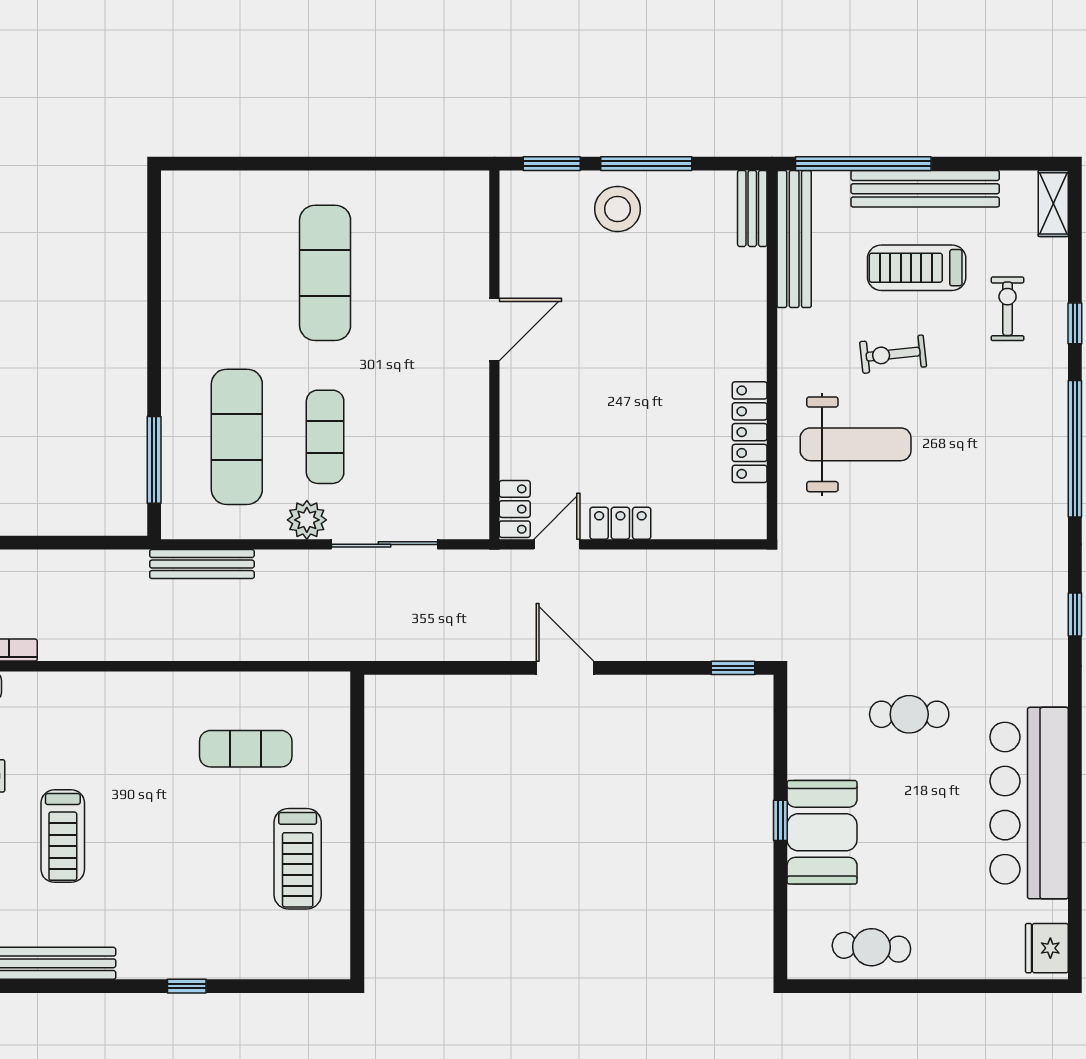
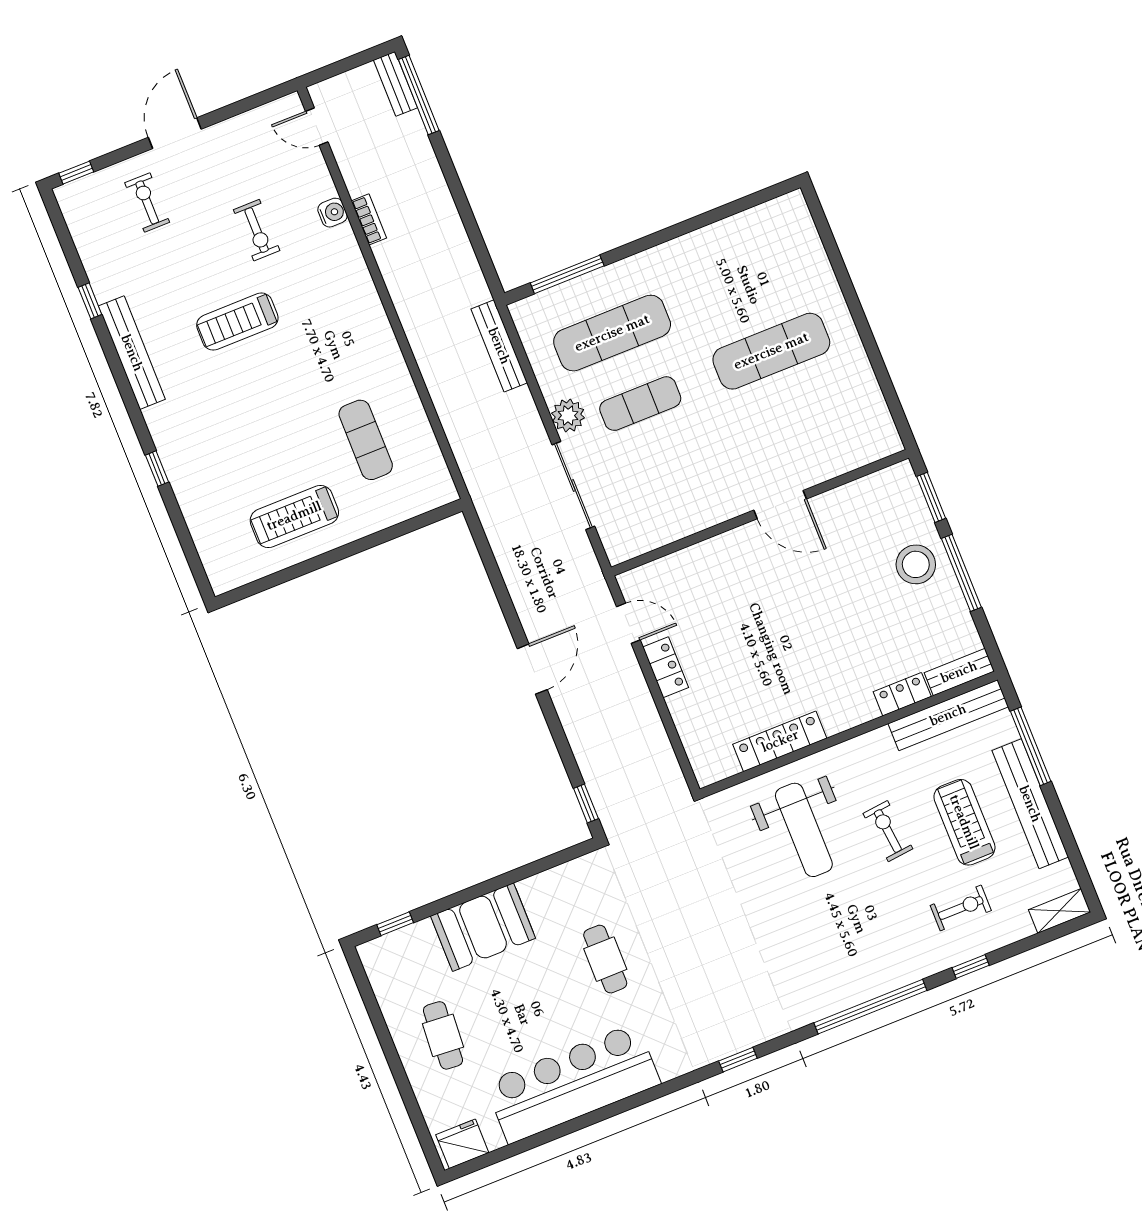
window: (863, 164) -> (1031, 746), width x0.68
locker: (515, 509) -> (902, 694), moved, turned 180
window: (780, 820) -> (395, 924), moved
cafe table: (871, 947) -> (443, 1035), moved

